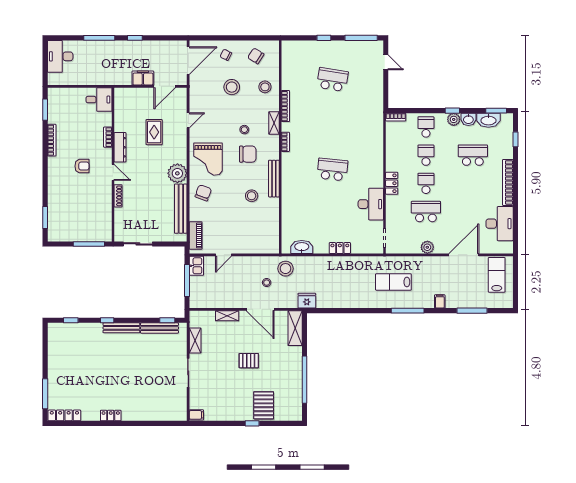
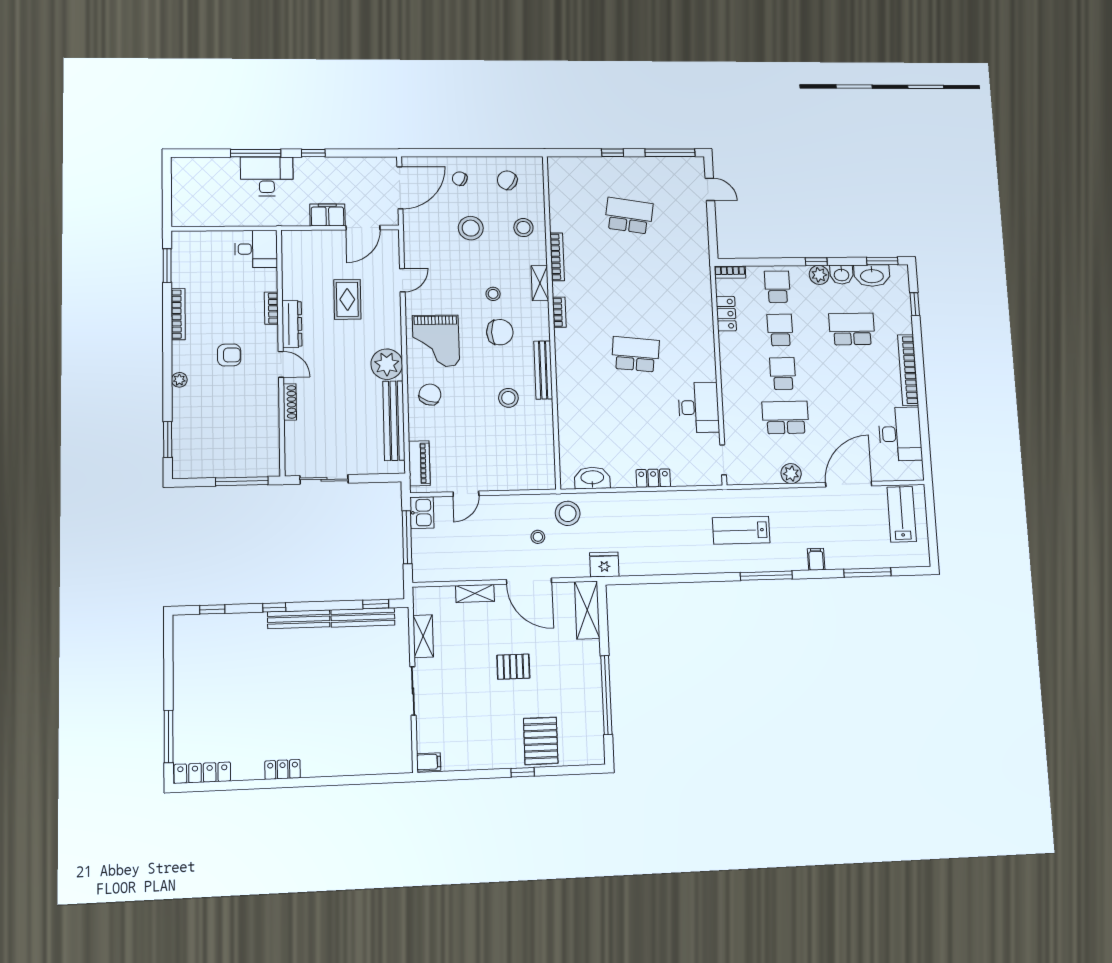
desk: (60, 56) -> (267, 176), moved, turned 90
plant: (52, 181) -> (179, 380), added
locker: (392, 183) -> (726, 314), moved

